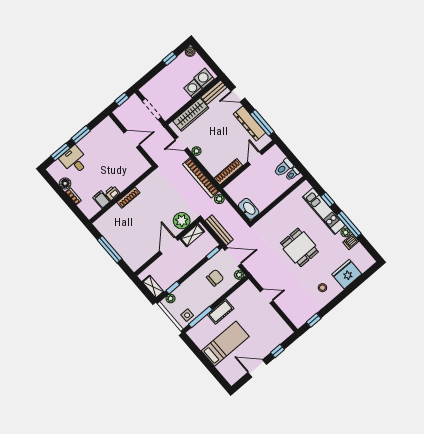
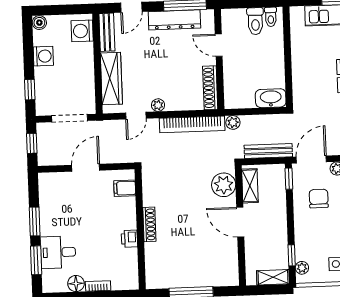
window: (170, 58) -> (30, 90), moved
washing machine: (193, 89) -> (43, 56), moved, turned 180
filing cabinet: (102, 200) -> (125, 188), moved

